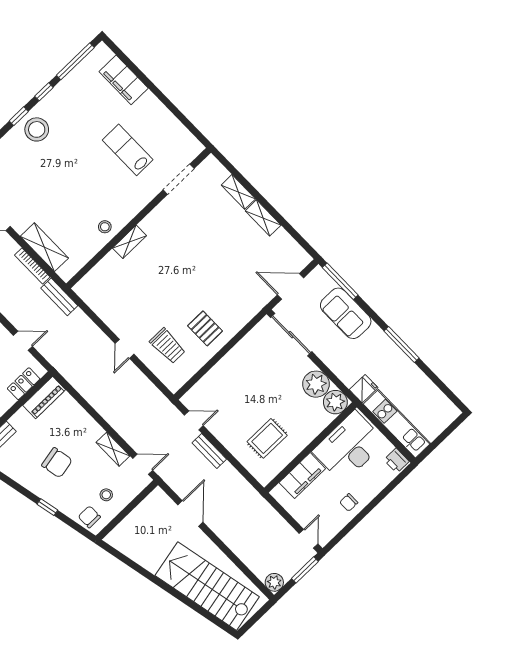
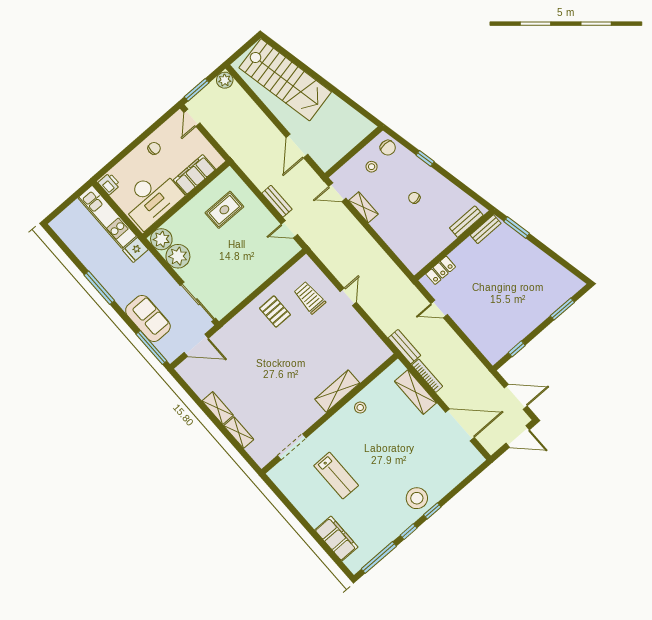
shelving: (129, 242) -> (337, 391), width x1.50, depth x1.33
piano: (44, 398) -> (423, 257), removed
chair: (57, 463) -> (414, 198), width x0.54, depth x0.54

